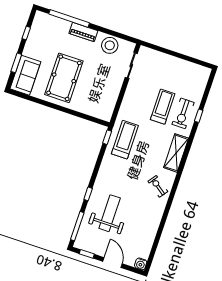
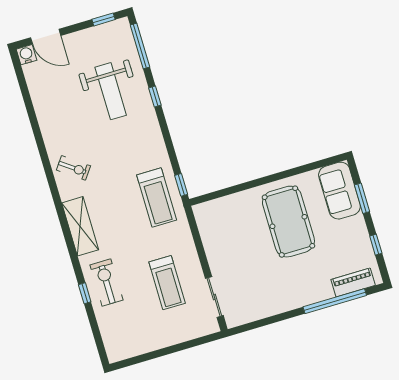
piano: (83, 32) -> (353, 282), moved
stool: (110, 45) -> (259, 303), removed
treadmill: (163, 107) -> (167, 283), moved
door: (113, 263) -> (46, 37), moved

